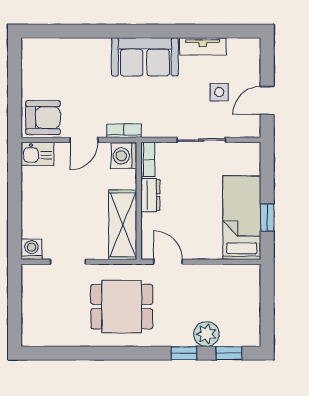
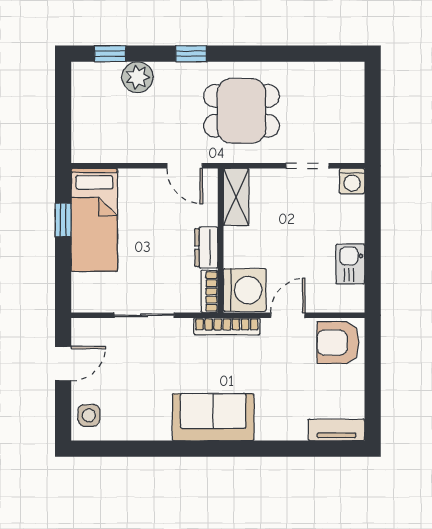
tv unit: (203, 46) -> (336, 430), moved
side table: (219, 92) -> (89, 415), moved
bookcase: (124, 131) -> (227, 326), width x1.56
kitchen sink: (37, 154) -> (350, 264), moved, turned -90
washing machine: (124, 156) -> (245, 290), width x1.37, depth x1.37
shelving: (123, 225) -> (236, 197), width x0.67, depth x0.75
window: (184, 353) -> (191, 54), moved

